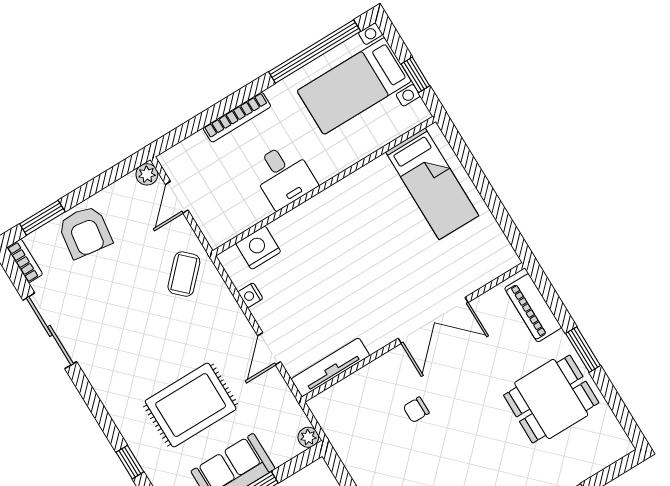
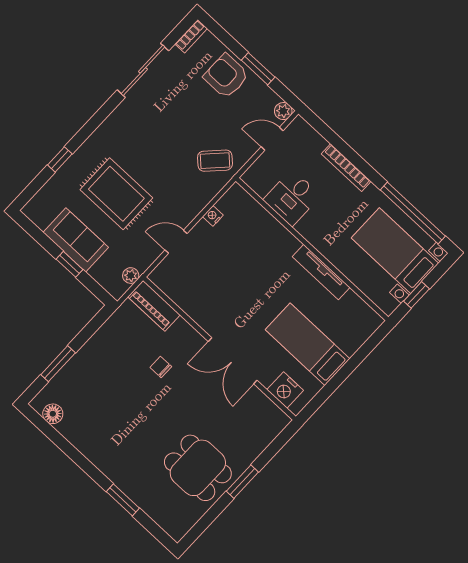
desk: (284, 176) -> (292, 198), moved
bed: (432, 184) -> (308, 344), moved, turned 90
window: (42, 218) -> (258, 69), moved
armchair: (85, 232) -> (226, 76), turned 82
nightstand: (258, 248) -> (285, 390), moved, turned 180
piano: (533, 308) -> (154, 306), moved, turned -90
tv unit: (330, 367) -> (321, 272), moved, turned 180
plant: (308, 437) -> (131, 276), moved

